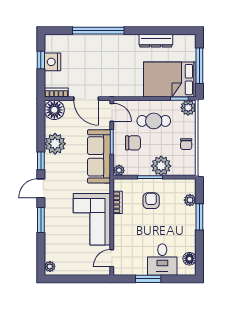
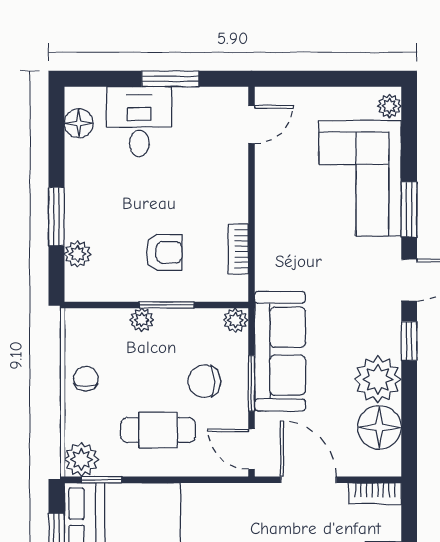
floor lamp: (54, 110) -> (379, 427), moved
plant: (161, 166) -> (142, 320), width x0.53, depth x0.53
armchair: (151, 201) -> (164, 252), turned -90
corner sofa: (92, 219) -> (360, 178), moved, turned 180

